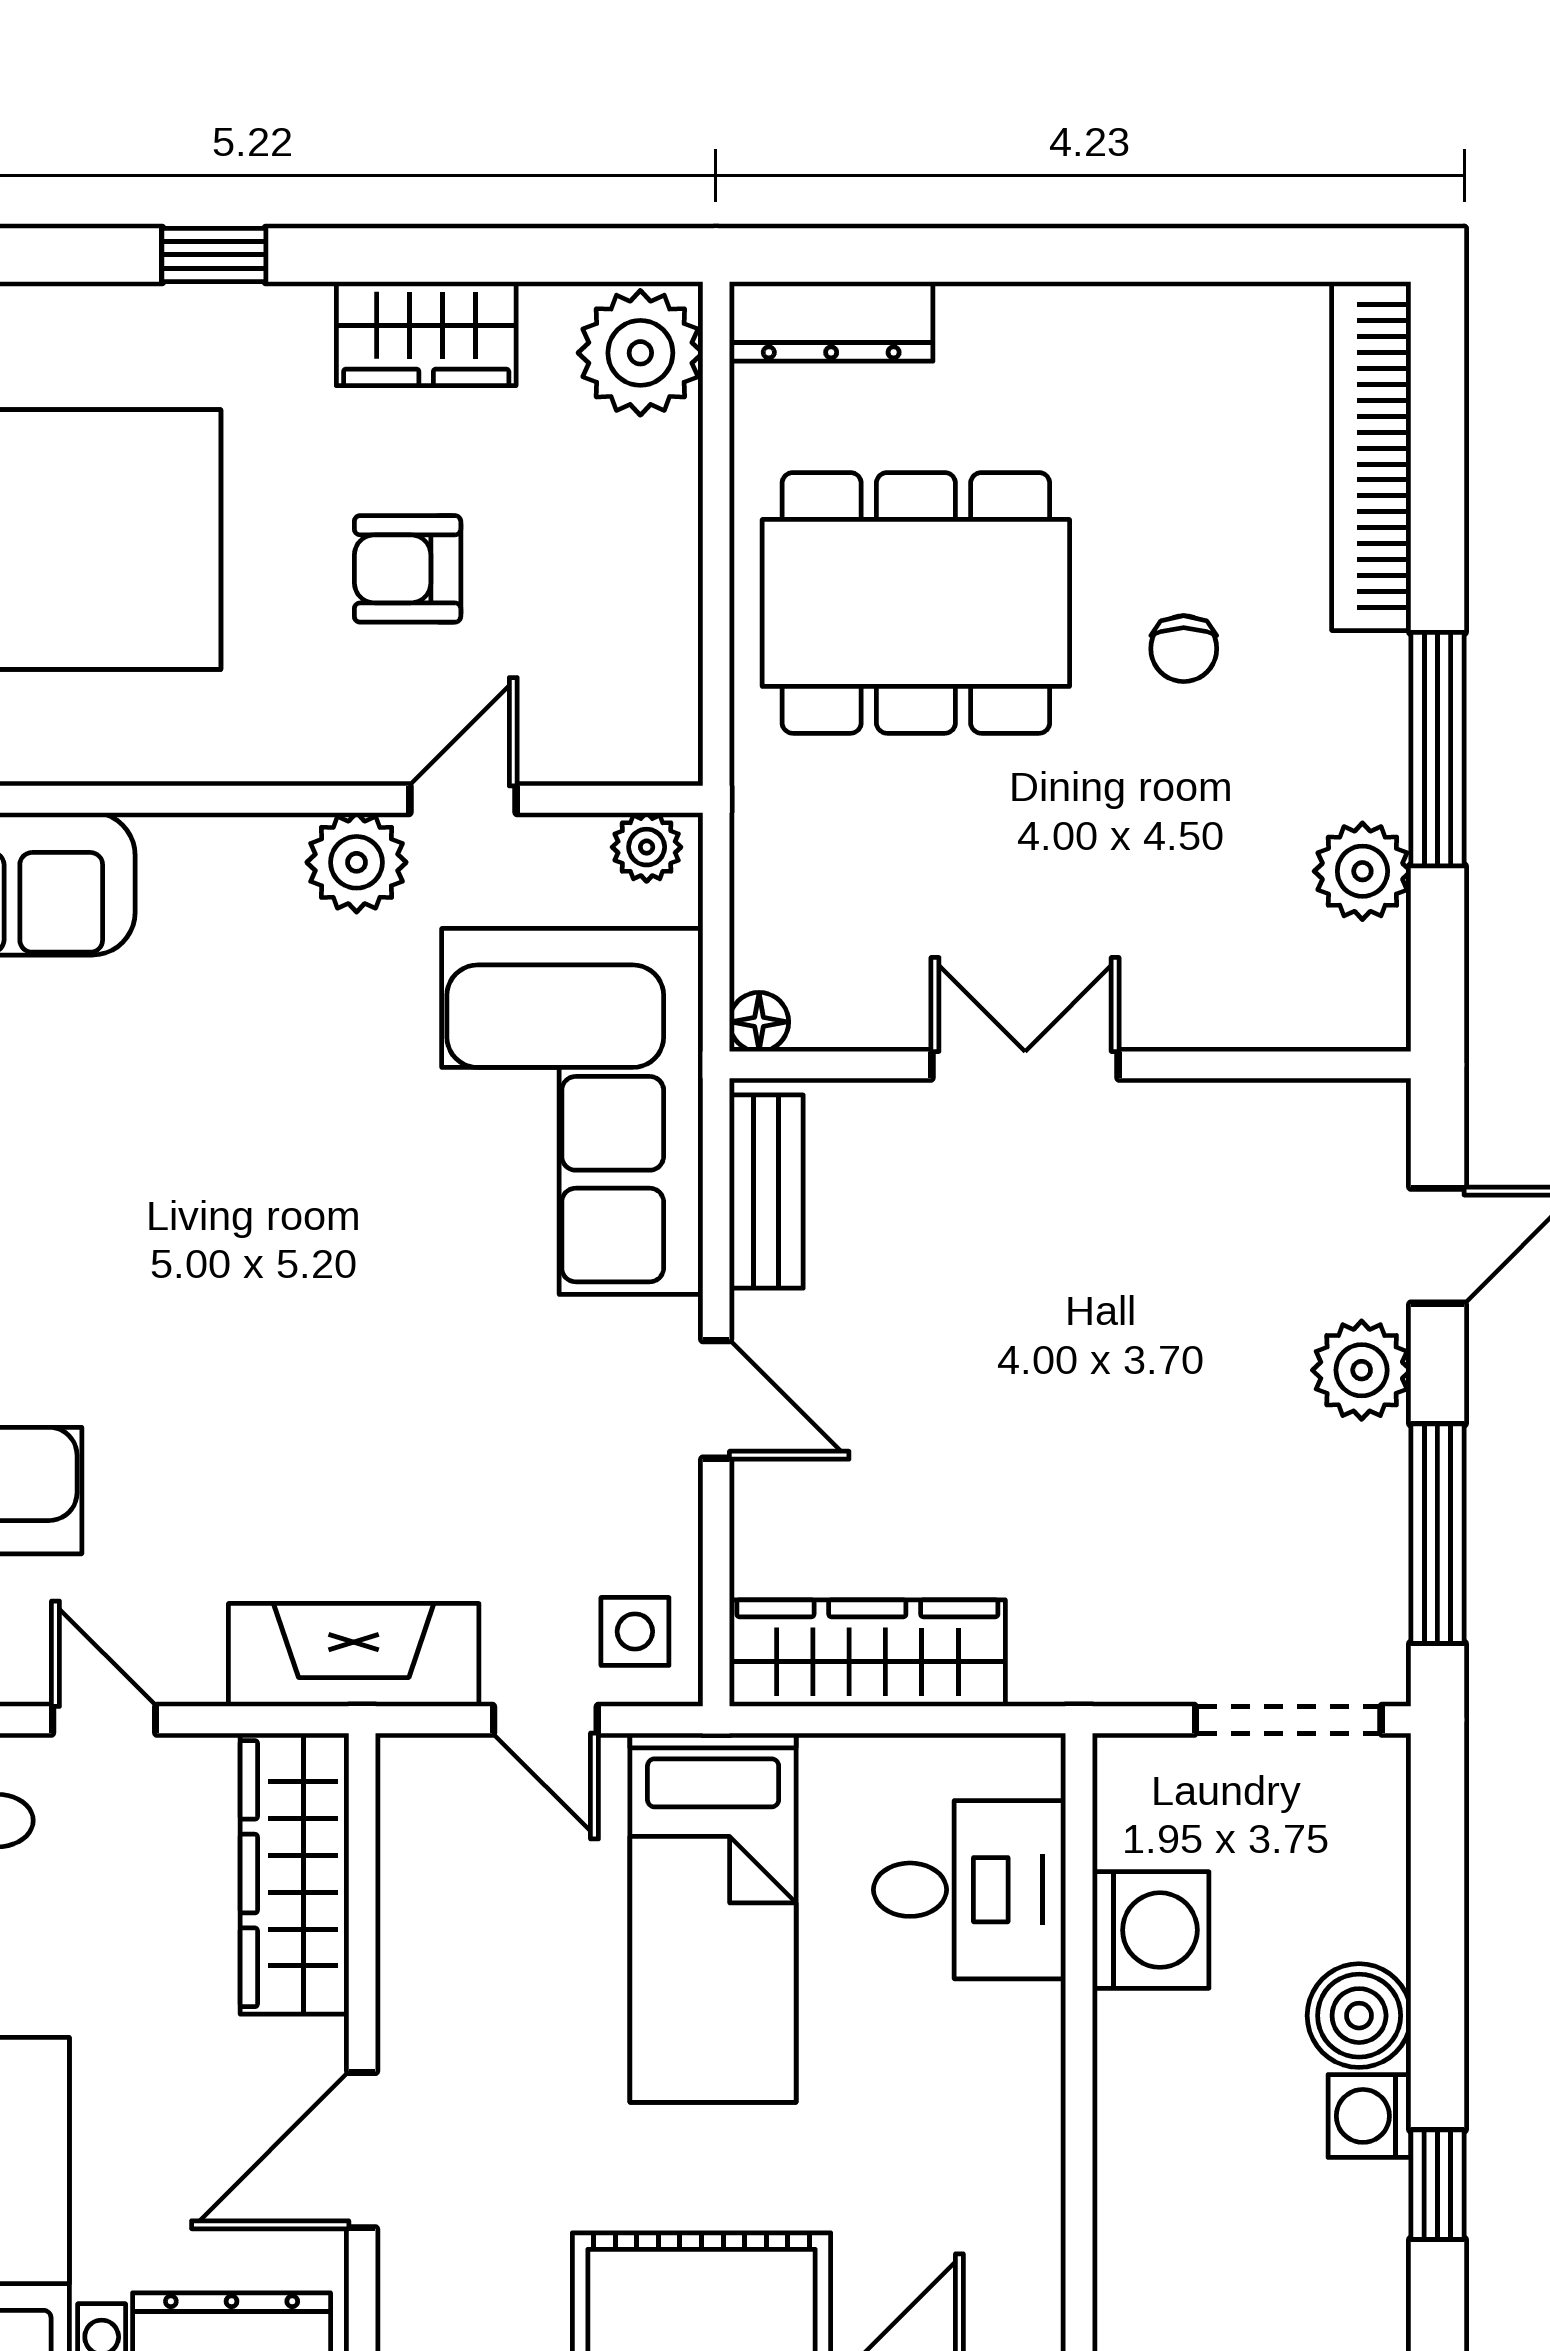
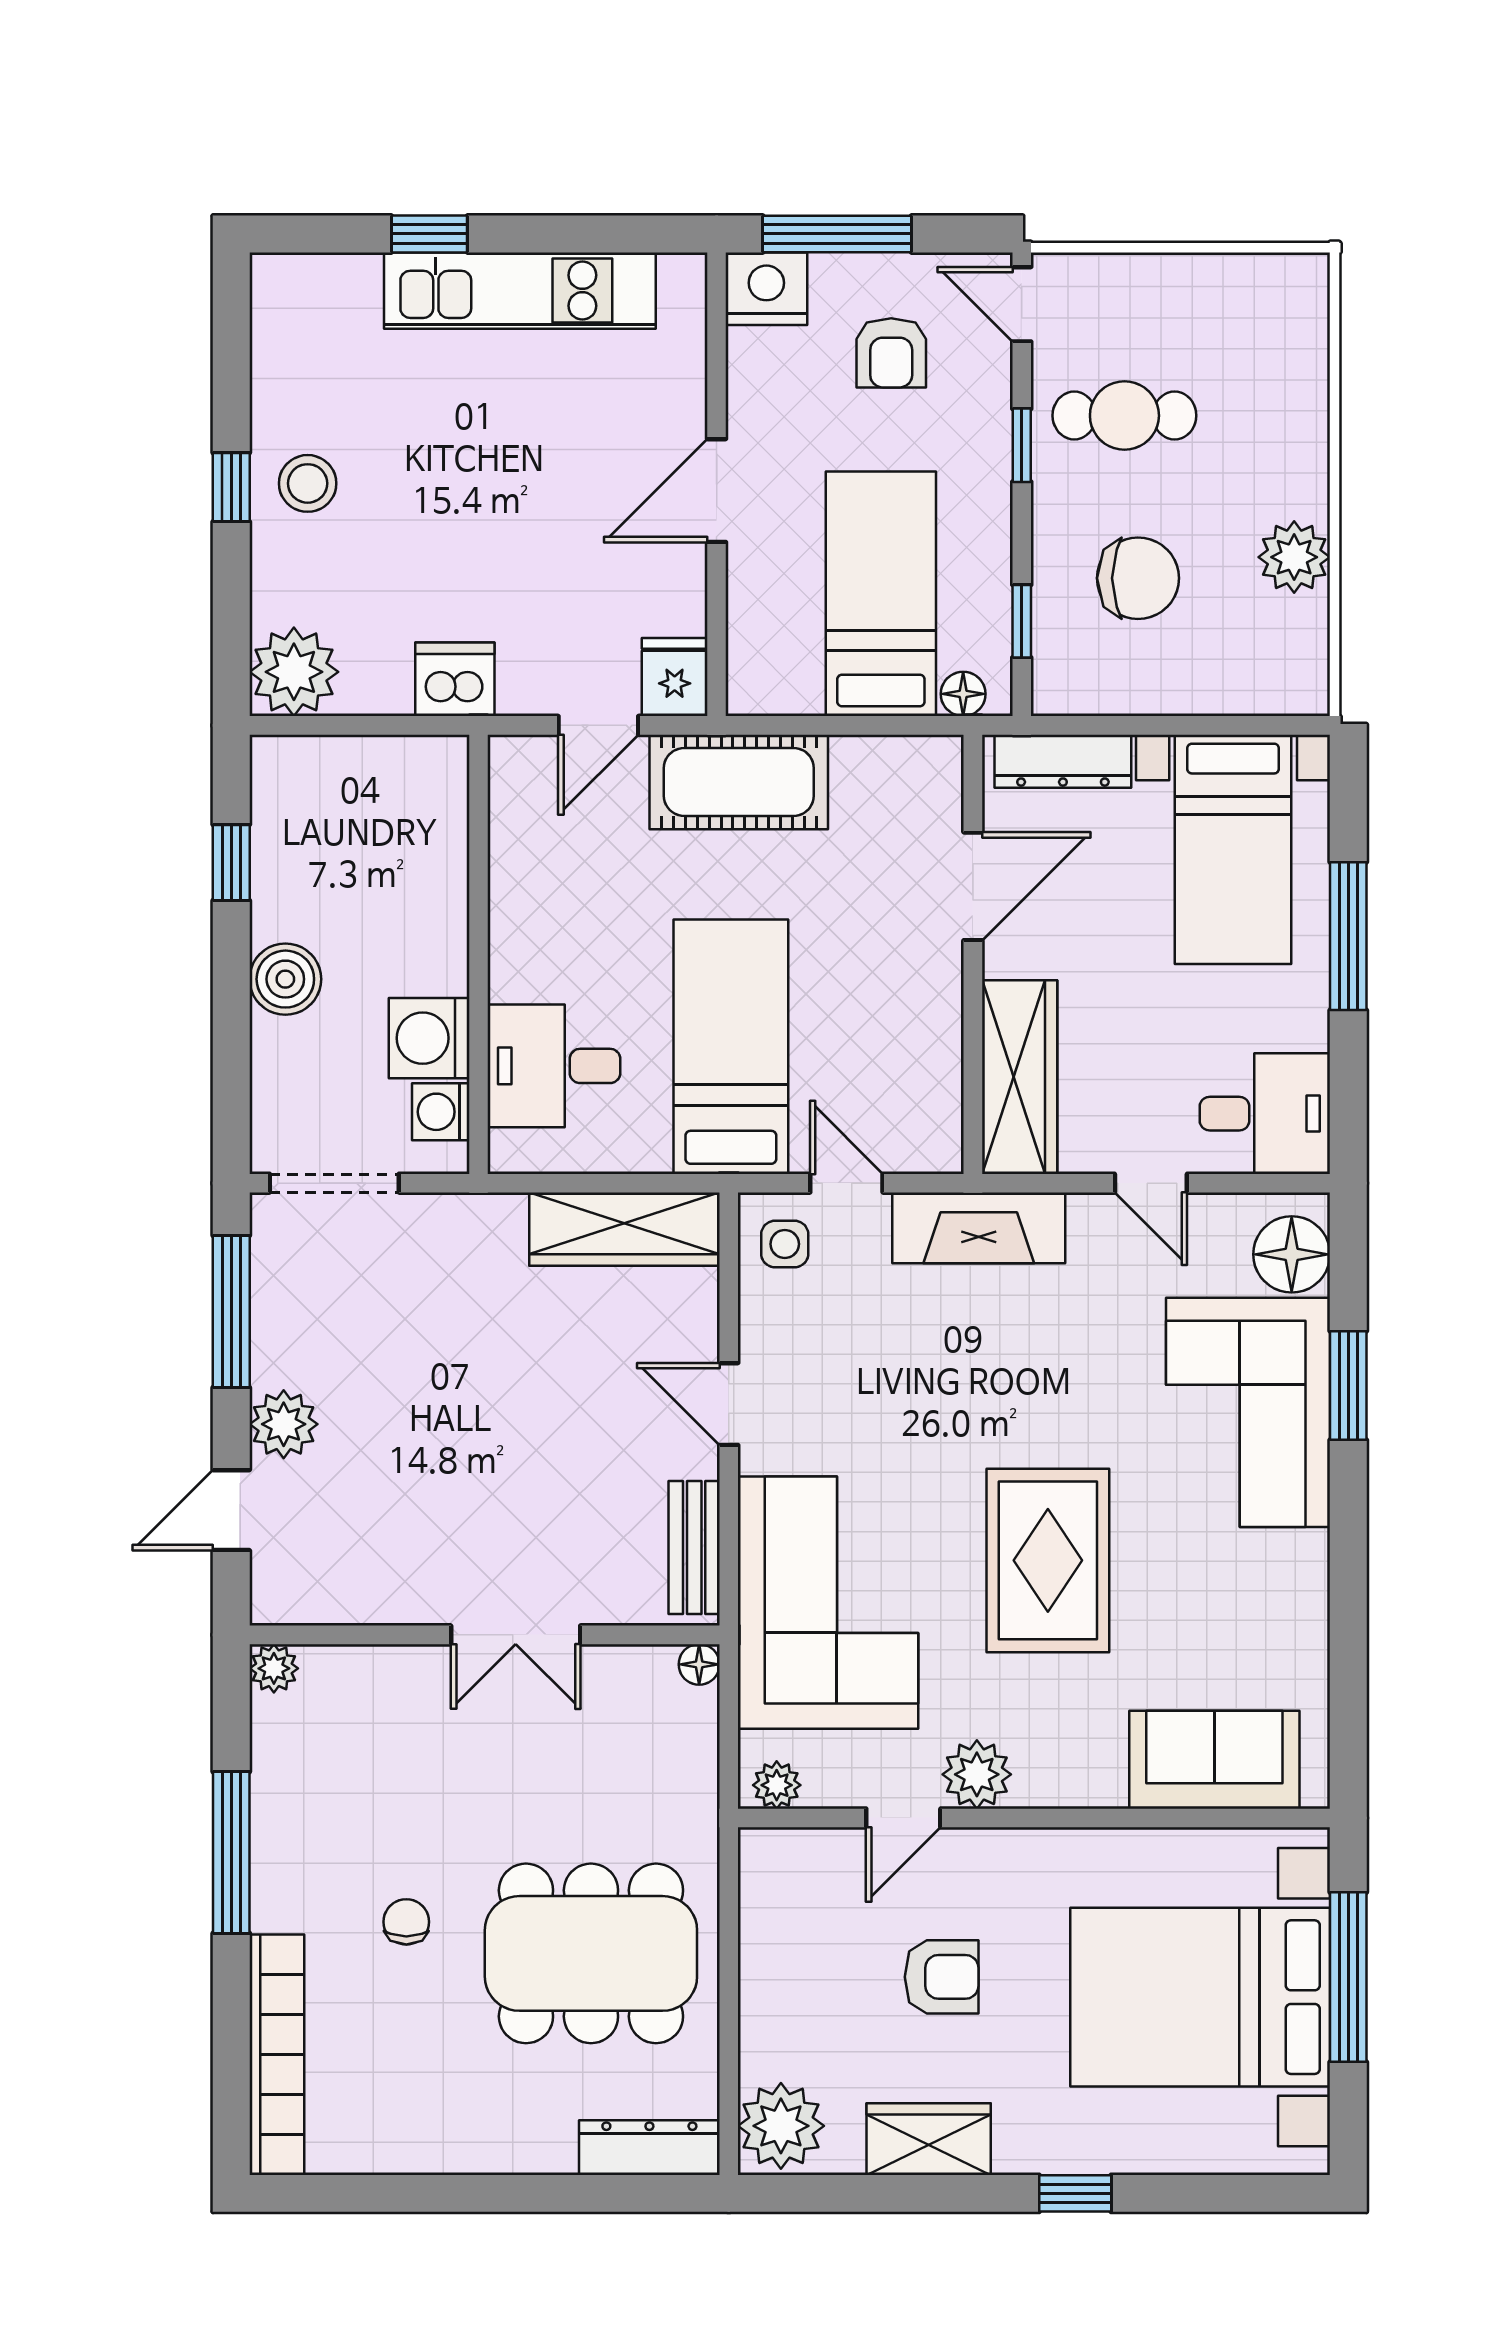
plant: (1362, 871) -> (274, 1668), moved, width x0.73, depth x0.73
rug: (253, 1173) -> (1048, 1560), added
washing machine: (1369, 2116) -> (441, 1112), moved, turned 180

